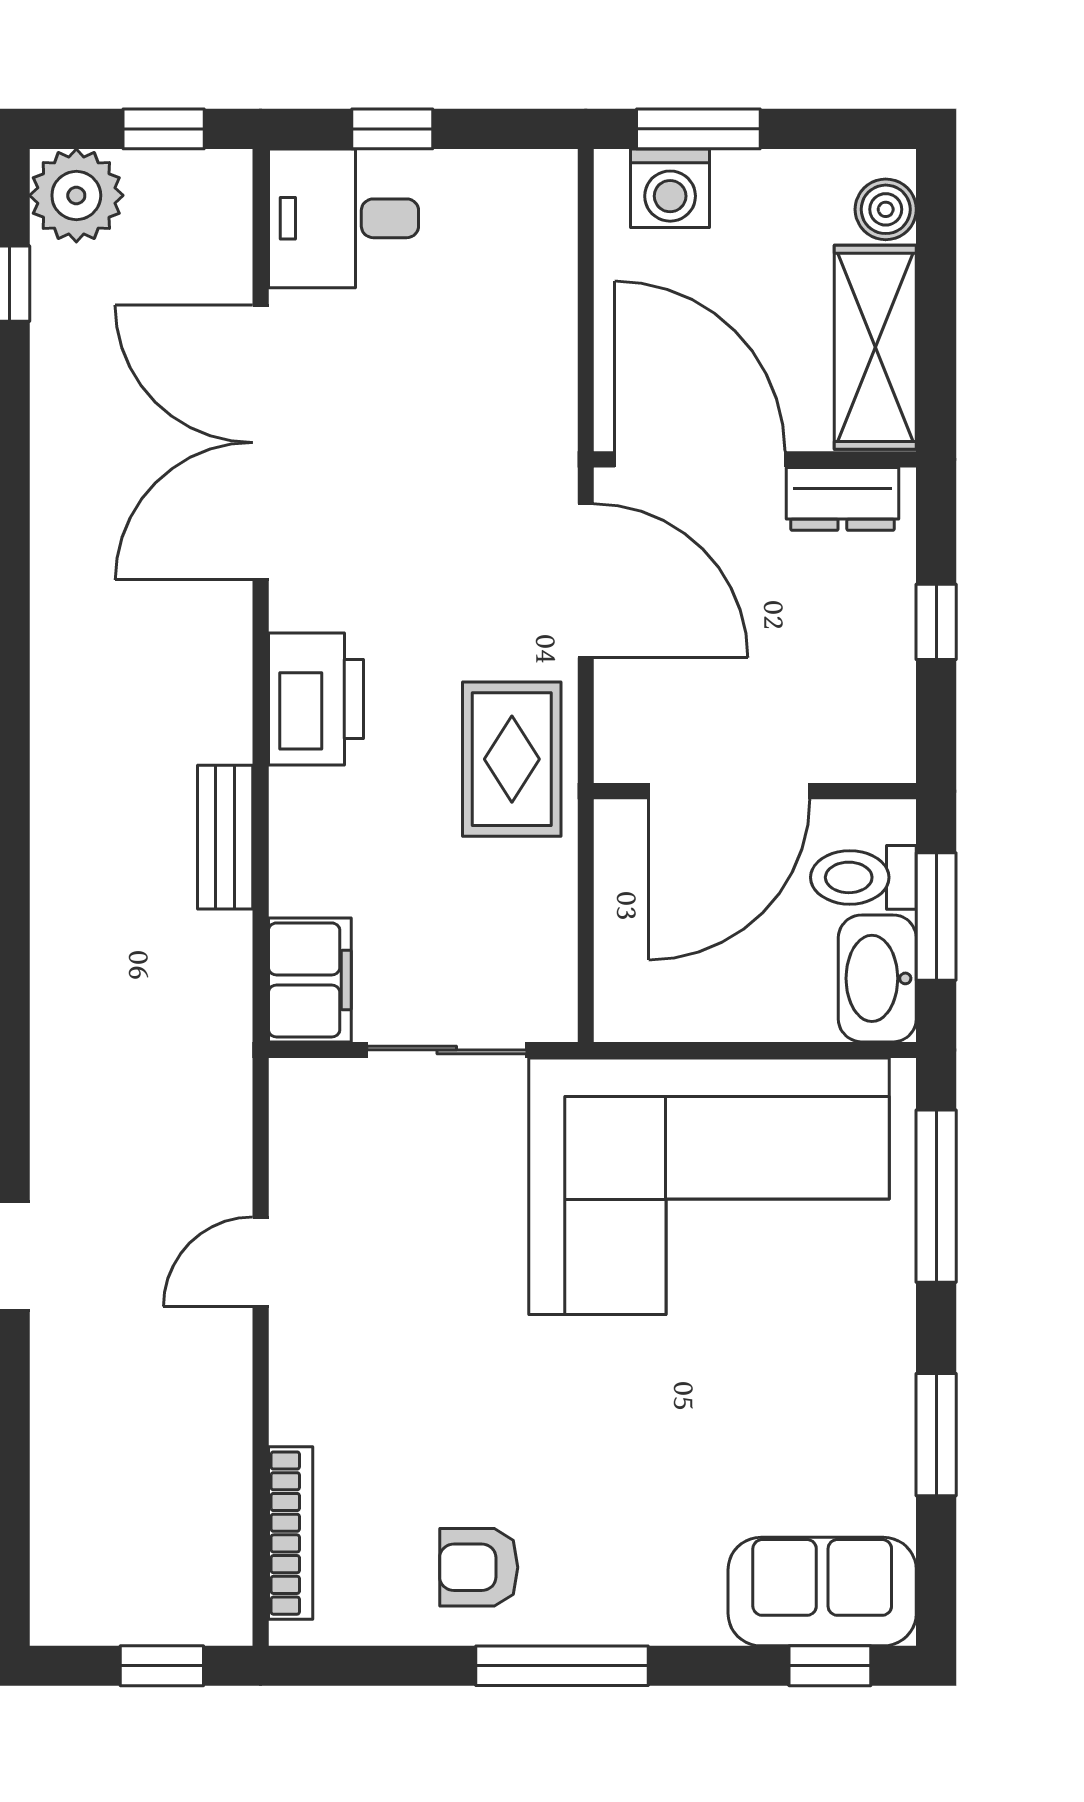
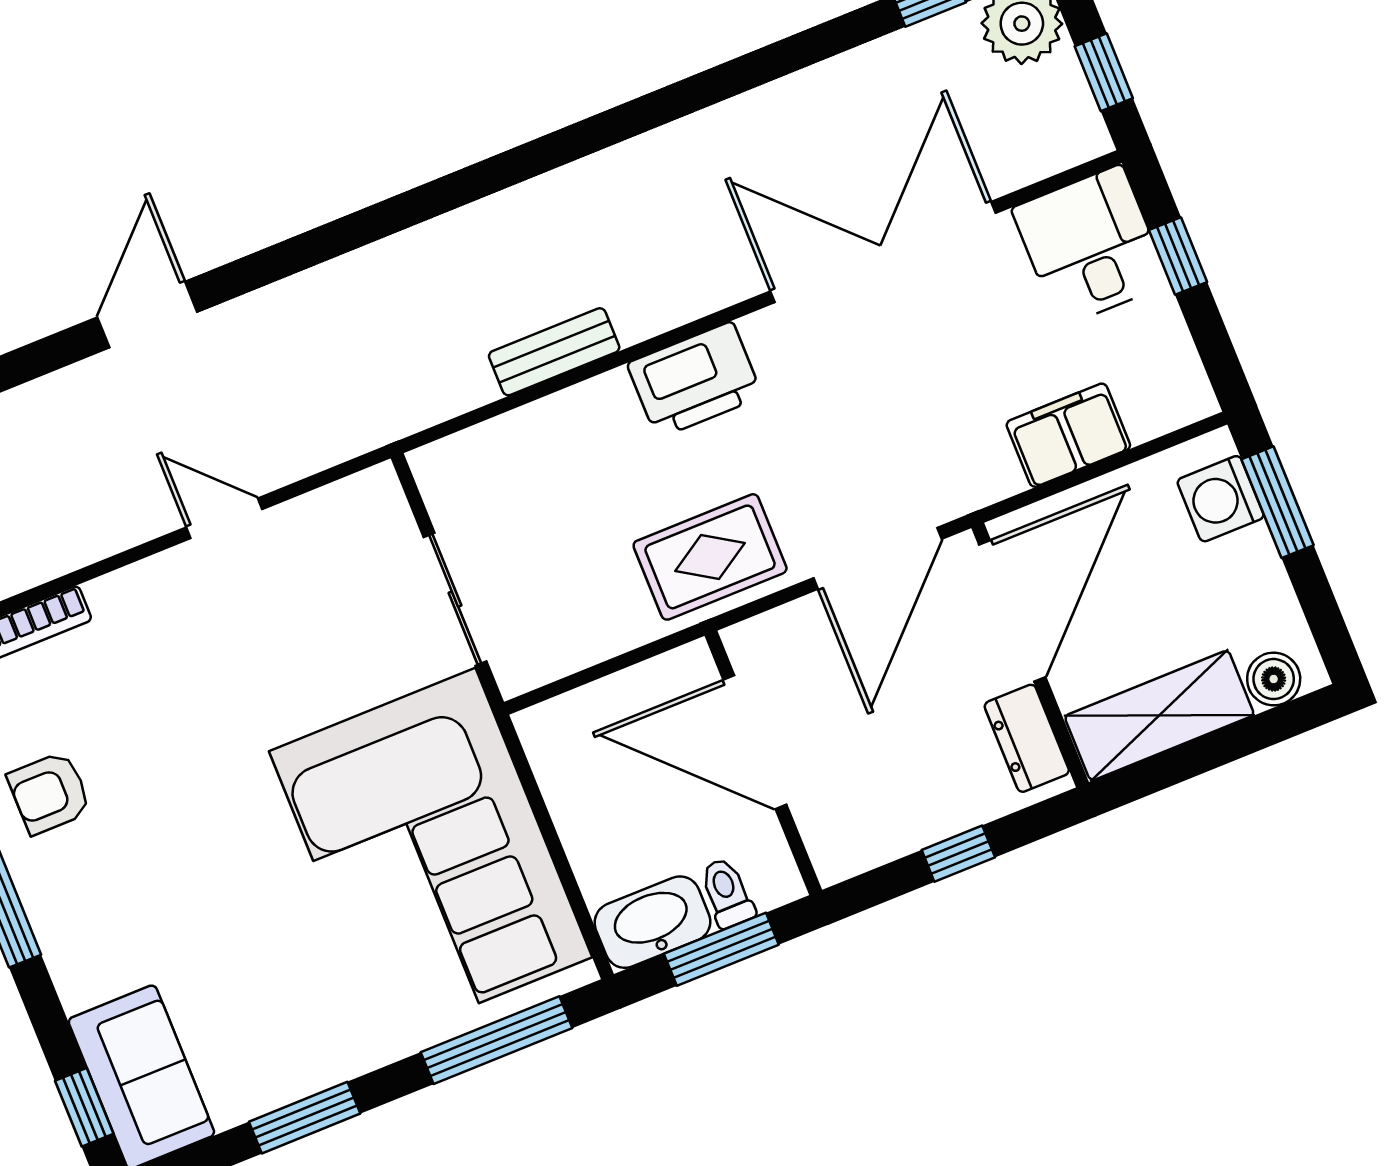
toilet: (863, 877) -> (727, 893), width x0.73, depth x0.72
filing cabinet: (310, 980) -> (1068, 435), moved, turned 180
armchair: (479, 1567) -> (49, 793), turned -90

